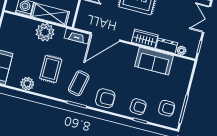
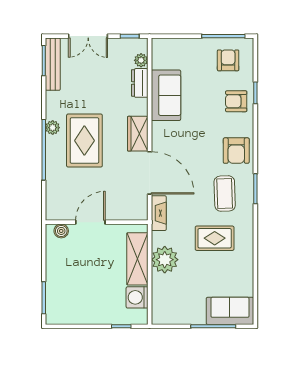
wardrobe: (145, 39) -> (138, 134), moved
coffee table: (79, 83) -> (225, 194), turned 76
plant: (27, 84) -> (244, 266), removed
armchair: (105, 98) -> (236, 151), turned 180
armchair: (138, 107) -> (236, 101), turned -94

